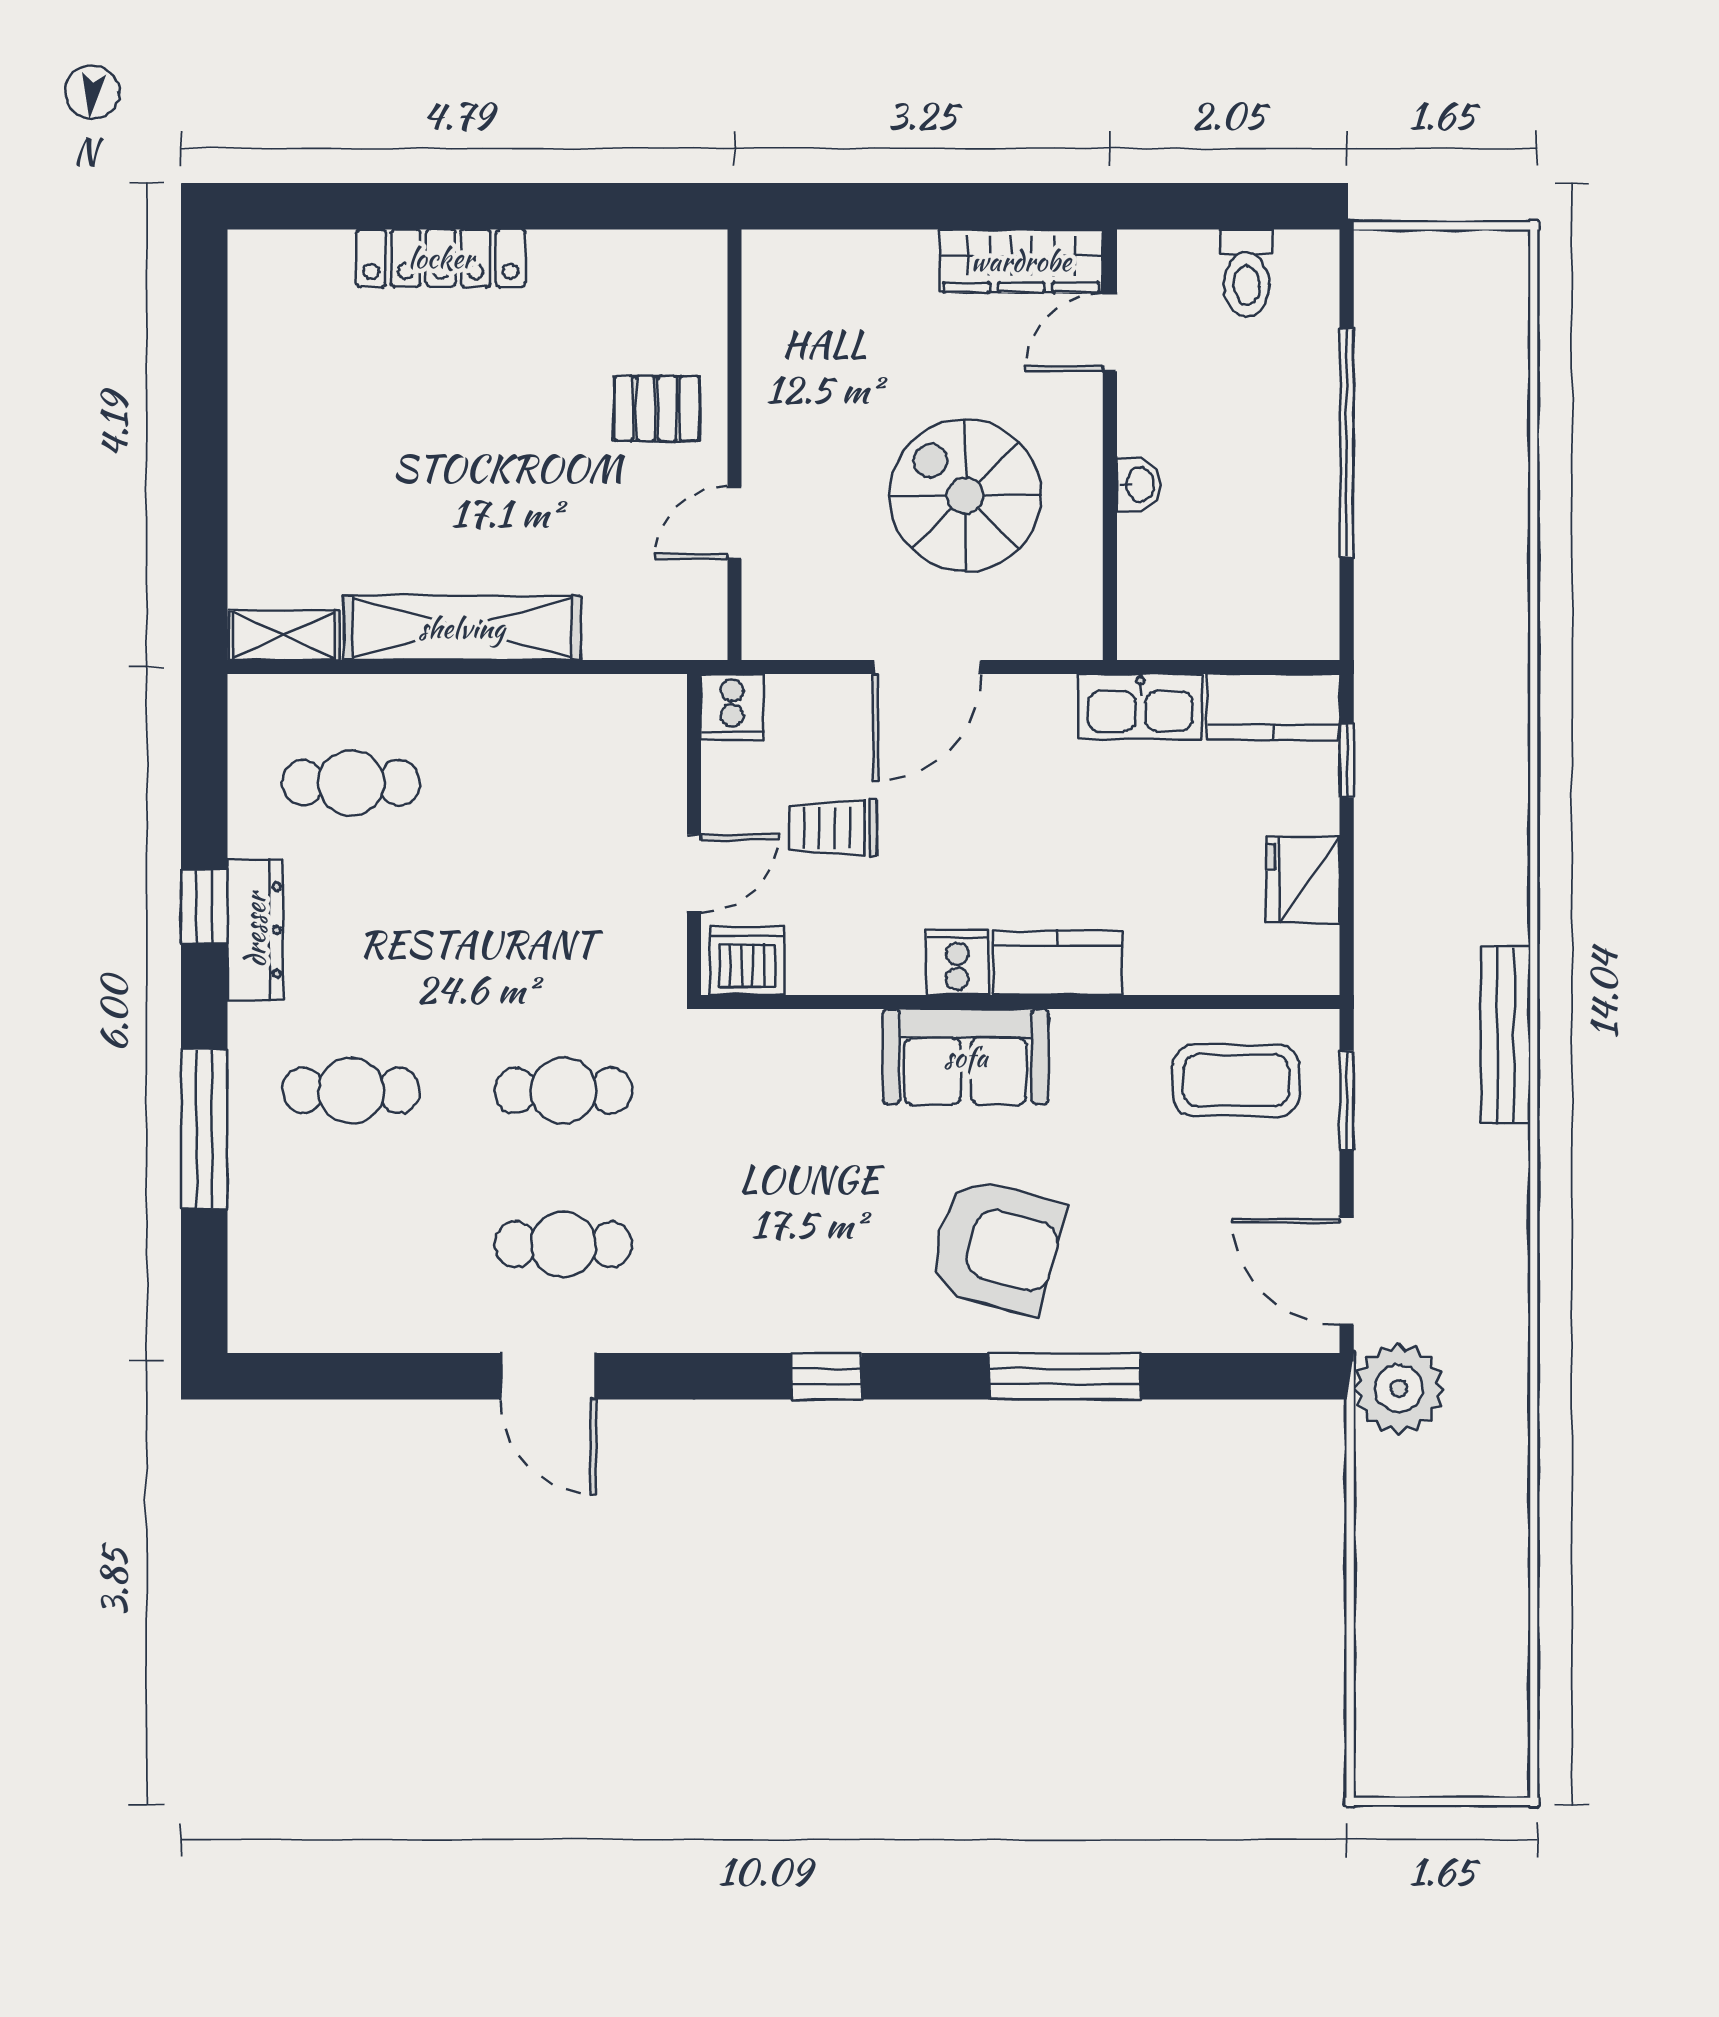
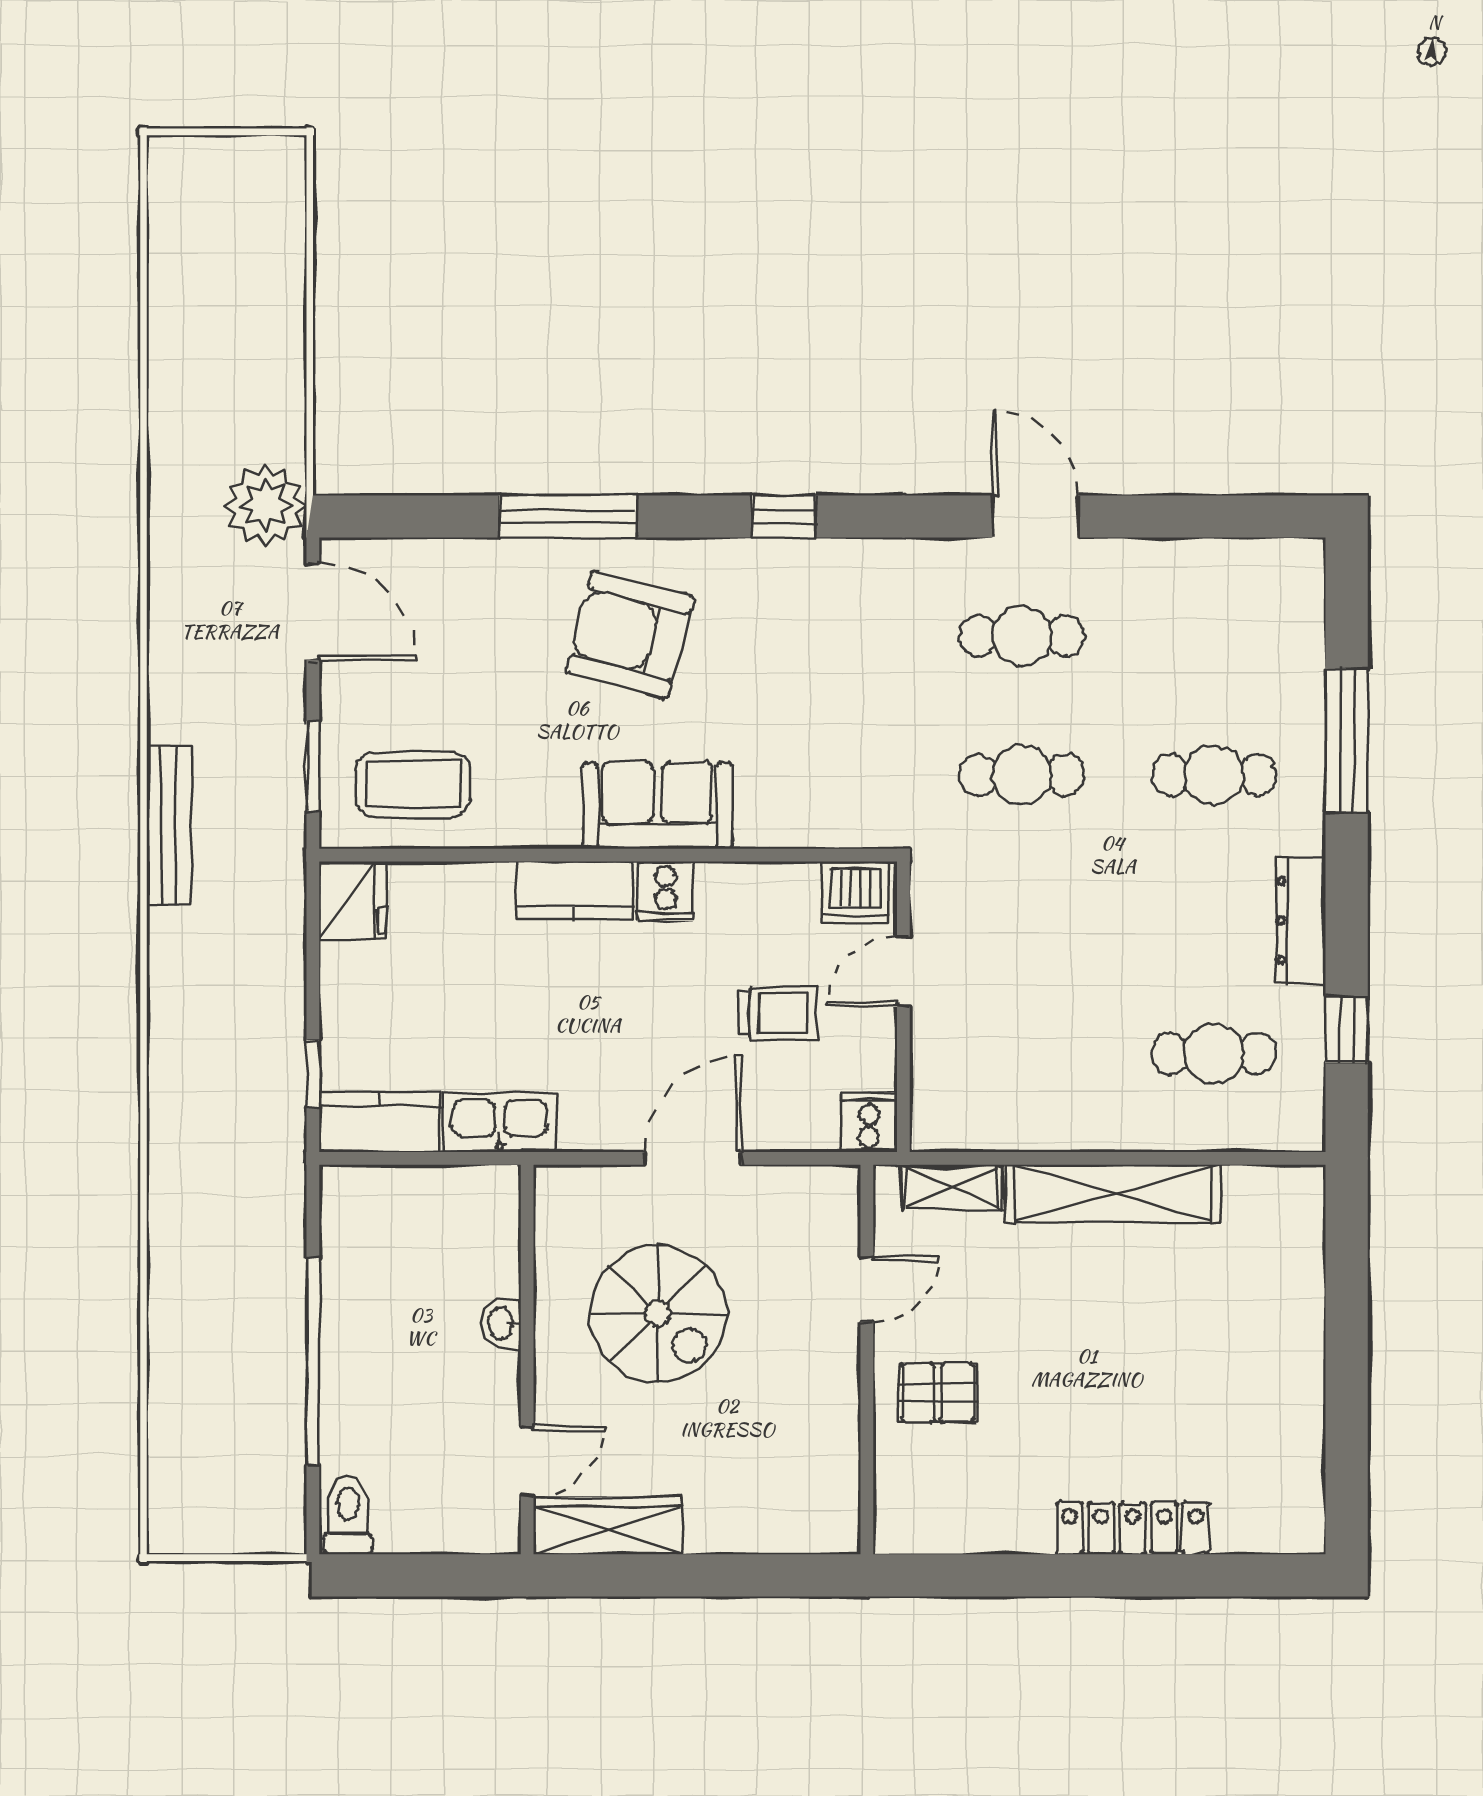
toilet: (1246, 273) -> (348, 1515), moved
shelving: (284, 635) -> (952, 1187), moved
fridge: (1303, 879) -> (352, 900), moved
window: (204, 906) -> (1347, 1029), moved

